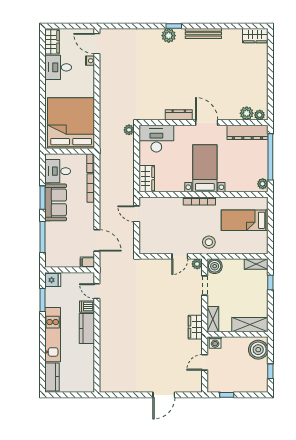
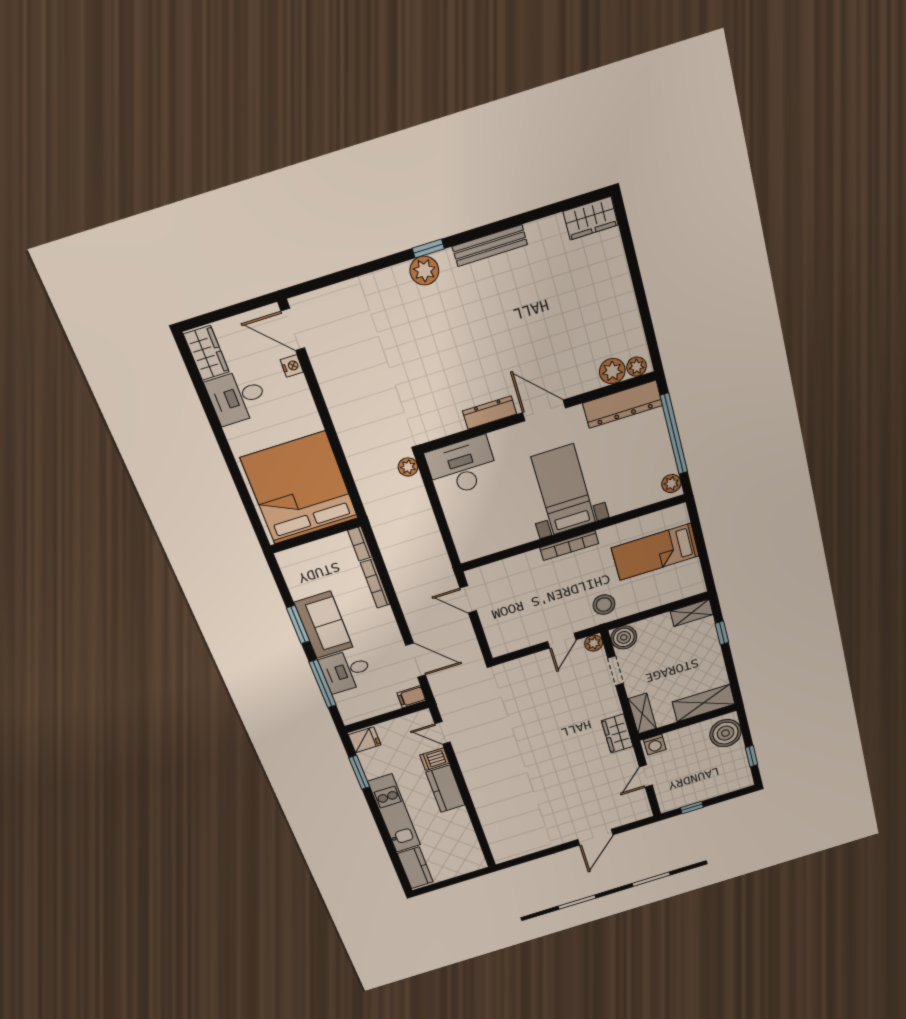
desk: (58, 171) -> (346, 671), moved
wardrobe: (147, 179) -> (467, 538), removed

